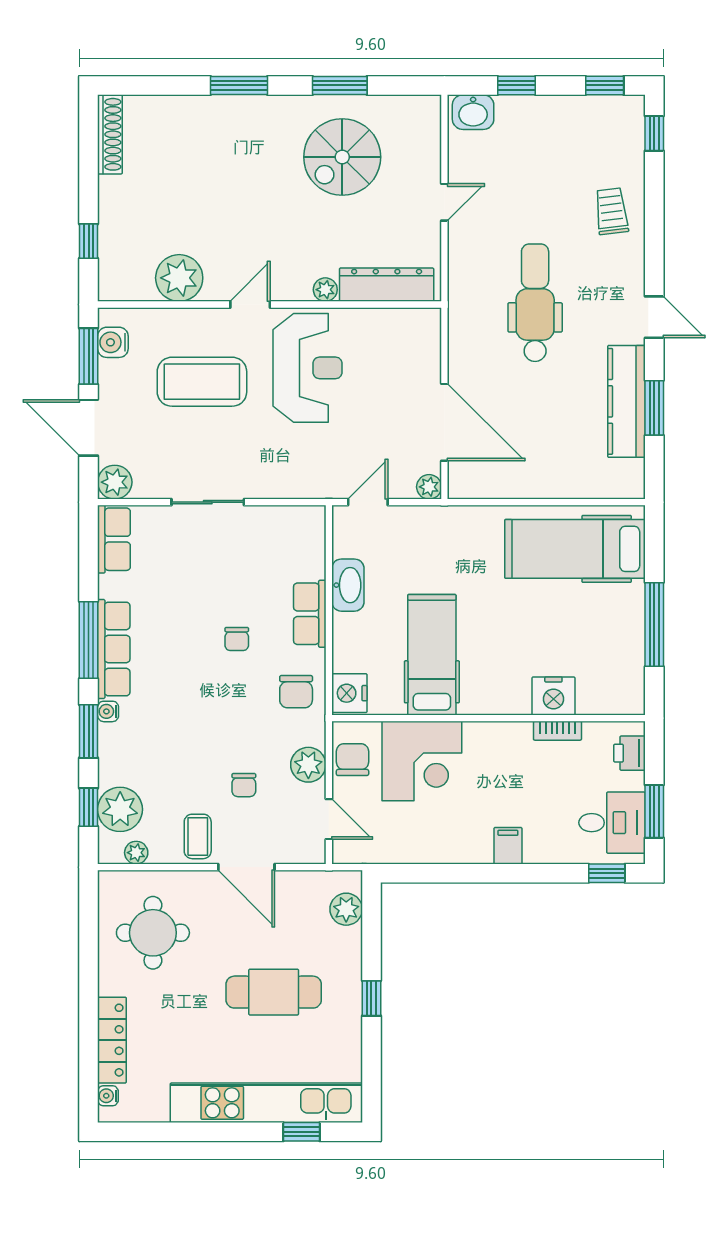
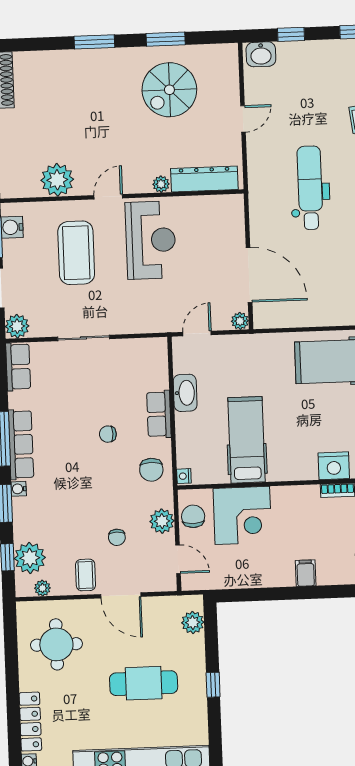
coffee table: (202, 382) -> (76, 253), turned 90
chair: (237, 639) -> (108, 434), turned 90
nightstand: (349, 693) -> (184, 476), width x0.53, depth x0.56

